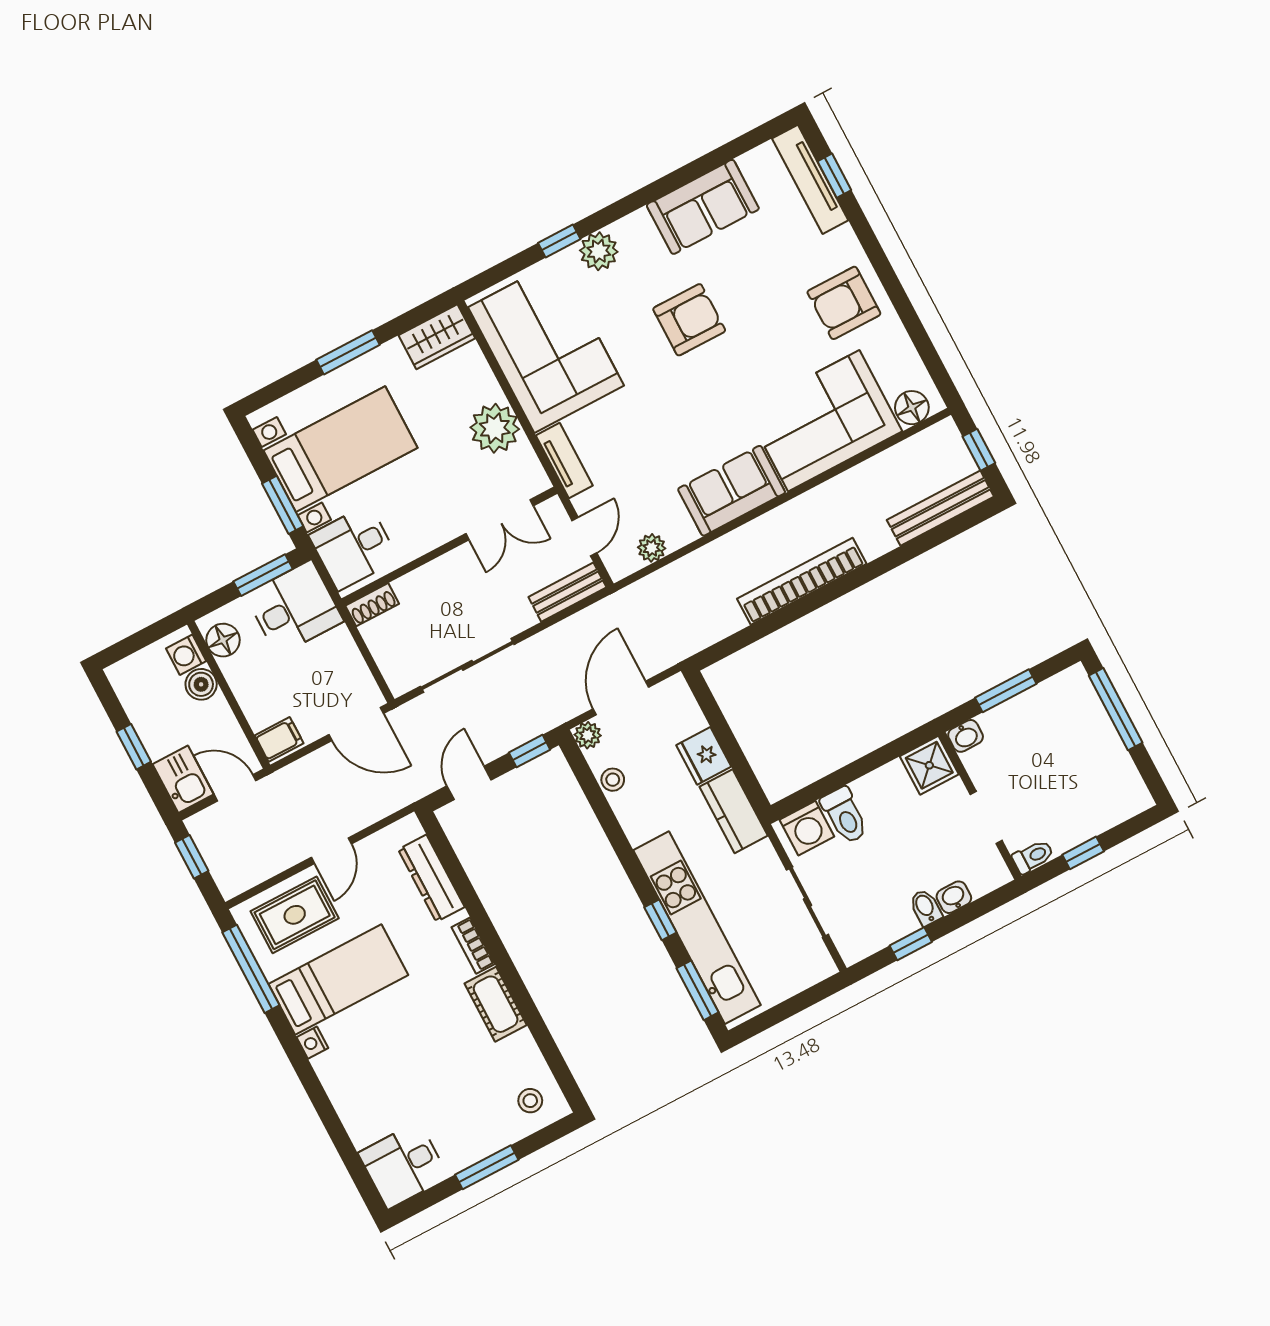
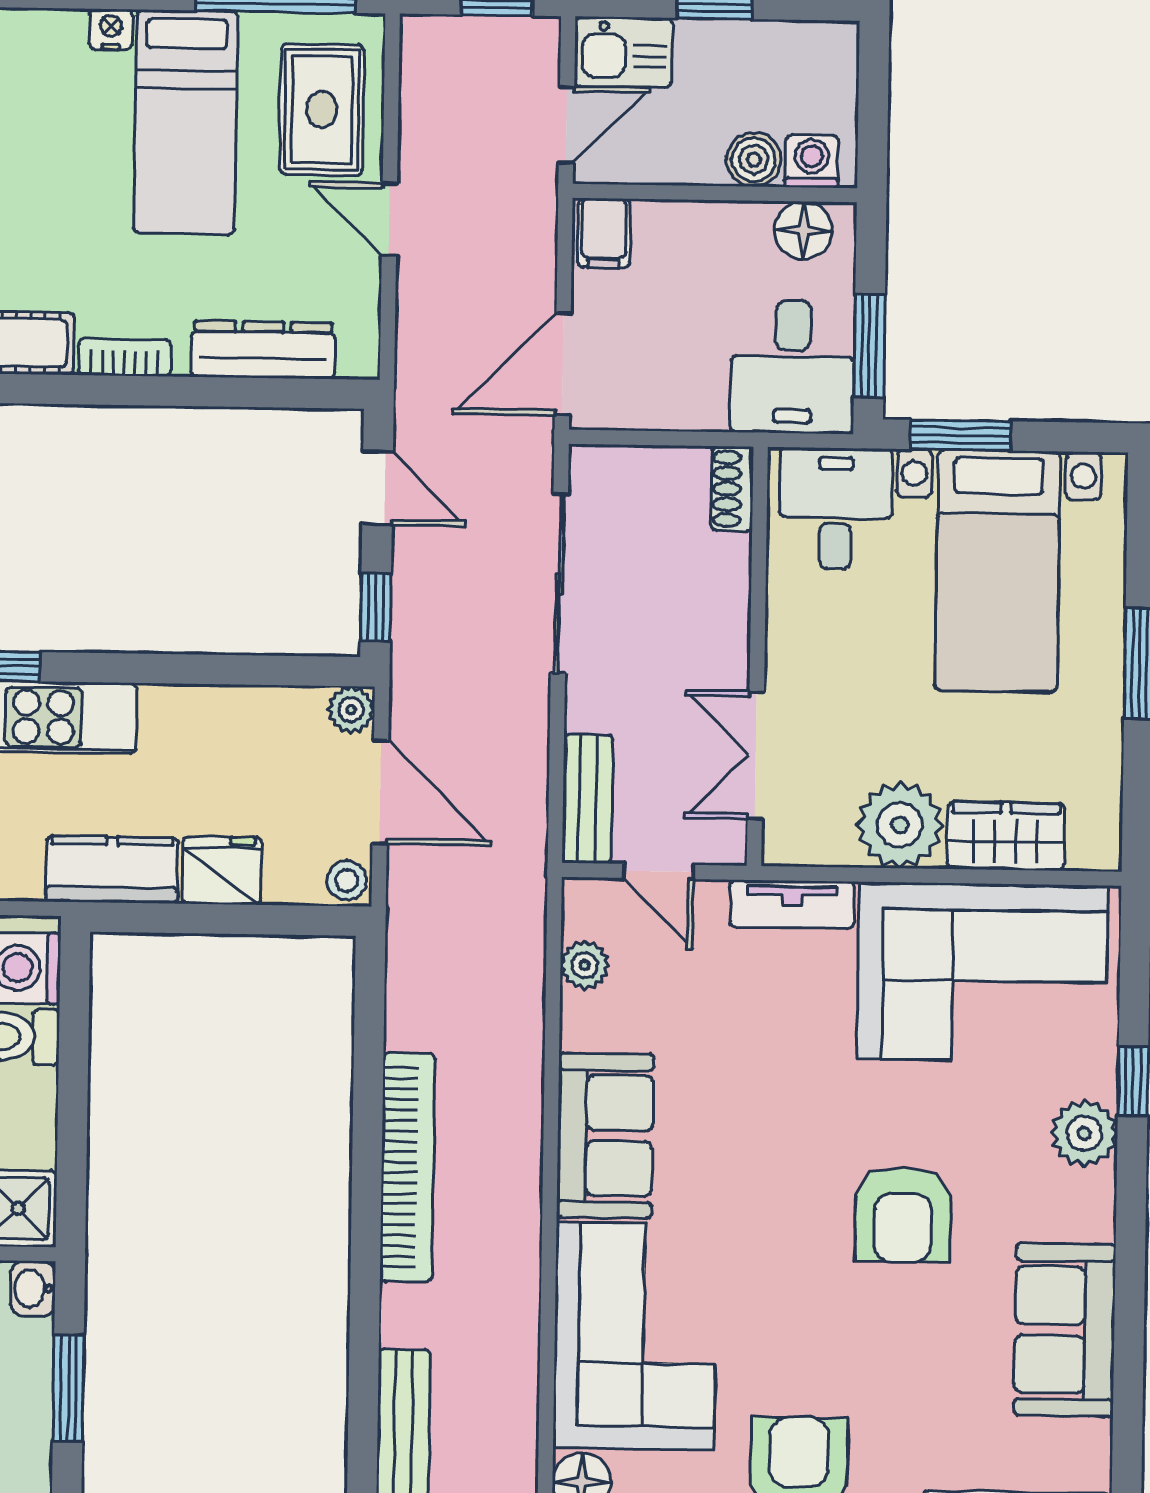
wardrobe: (437, 337) -> (1006, 836), moved, turned 90
stool: (613, 780) -> (347, 880), moved

